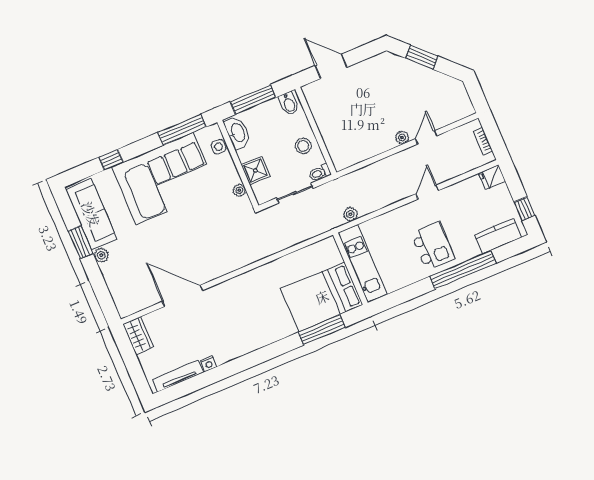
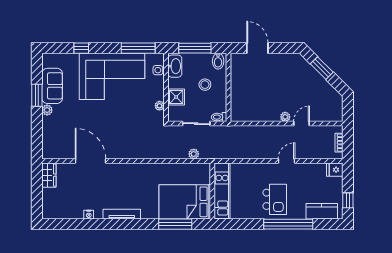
stool: (303, 146) -> (205, 85), moved
sofa: (91, 214) -> (52, 86), width x0.73
plant: (350, 214) -> (194, 154), moved
tv unit: (178, 376) -> (122, 214), moved

